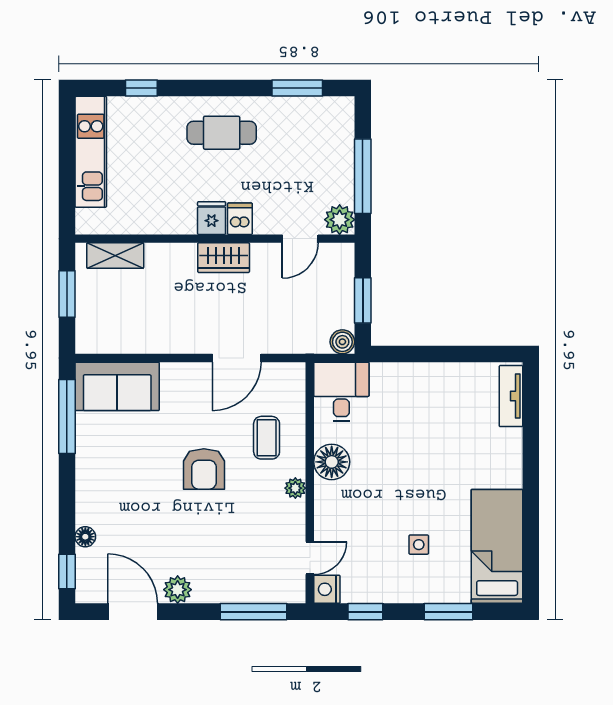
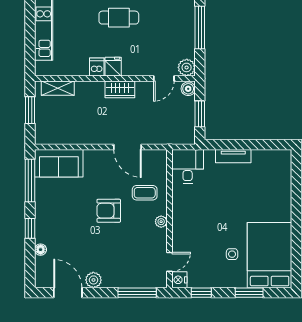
window: (363, 176) -> (200, 28), moved
dishwasher: (240, 219) -> (97, 67), moved
boiler: (342, 342) -> (188, 89), moved
door: (237, 358) -> (127, 147), hinge flipped
tv unit: (511, 396) -> (233, 156), moved, turned -90
coffee table: (267, 438) -> (145, 193), turned 90
floor lamp: (332, 462) -> (182, 207), removed
armchair: (204, 469) -> (109, 211), turned 90
bed: (497, 546) -> (270, 255), width x1.50
window: (67, 571) -> (30, 228), moved

